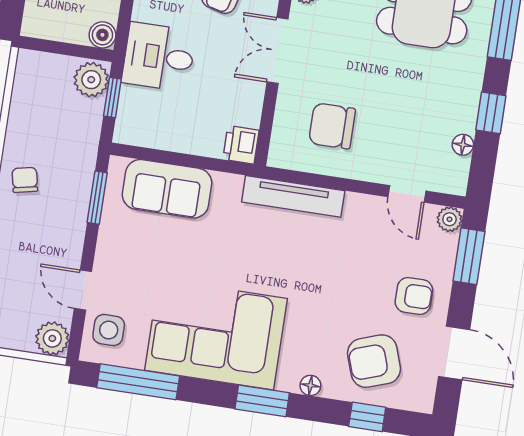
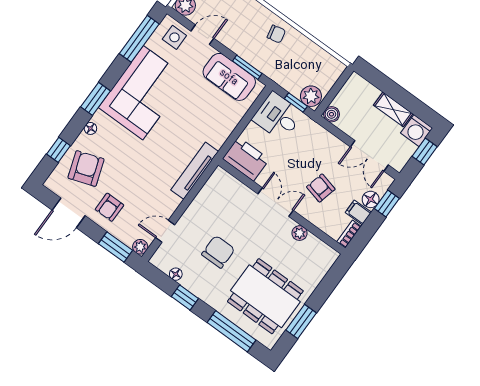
desk: (159, 57) -> (278, 116), moved, turned -90
chair: (332, 126) -> (218, 252), moved
printer: (241, 145) -> (246, 159), width x1.87, depth x1.48
sofa: (167, 189) -> (229, 77), moved, turned -90

